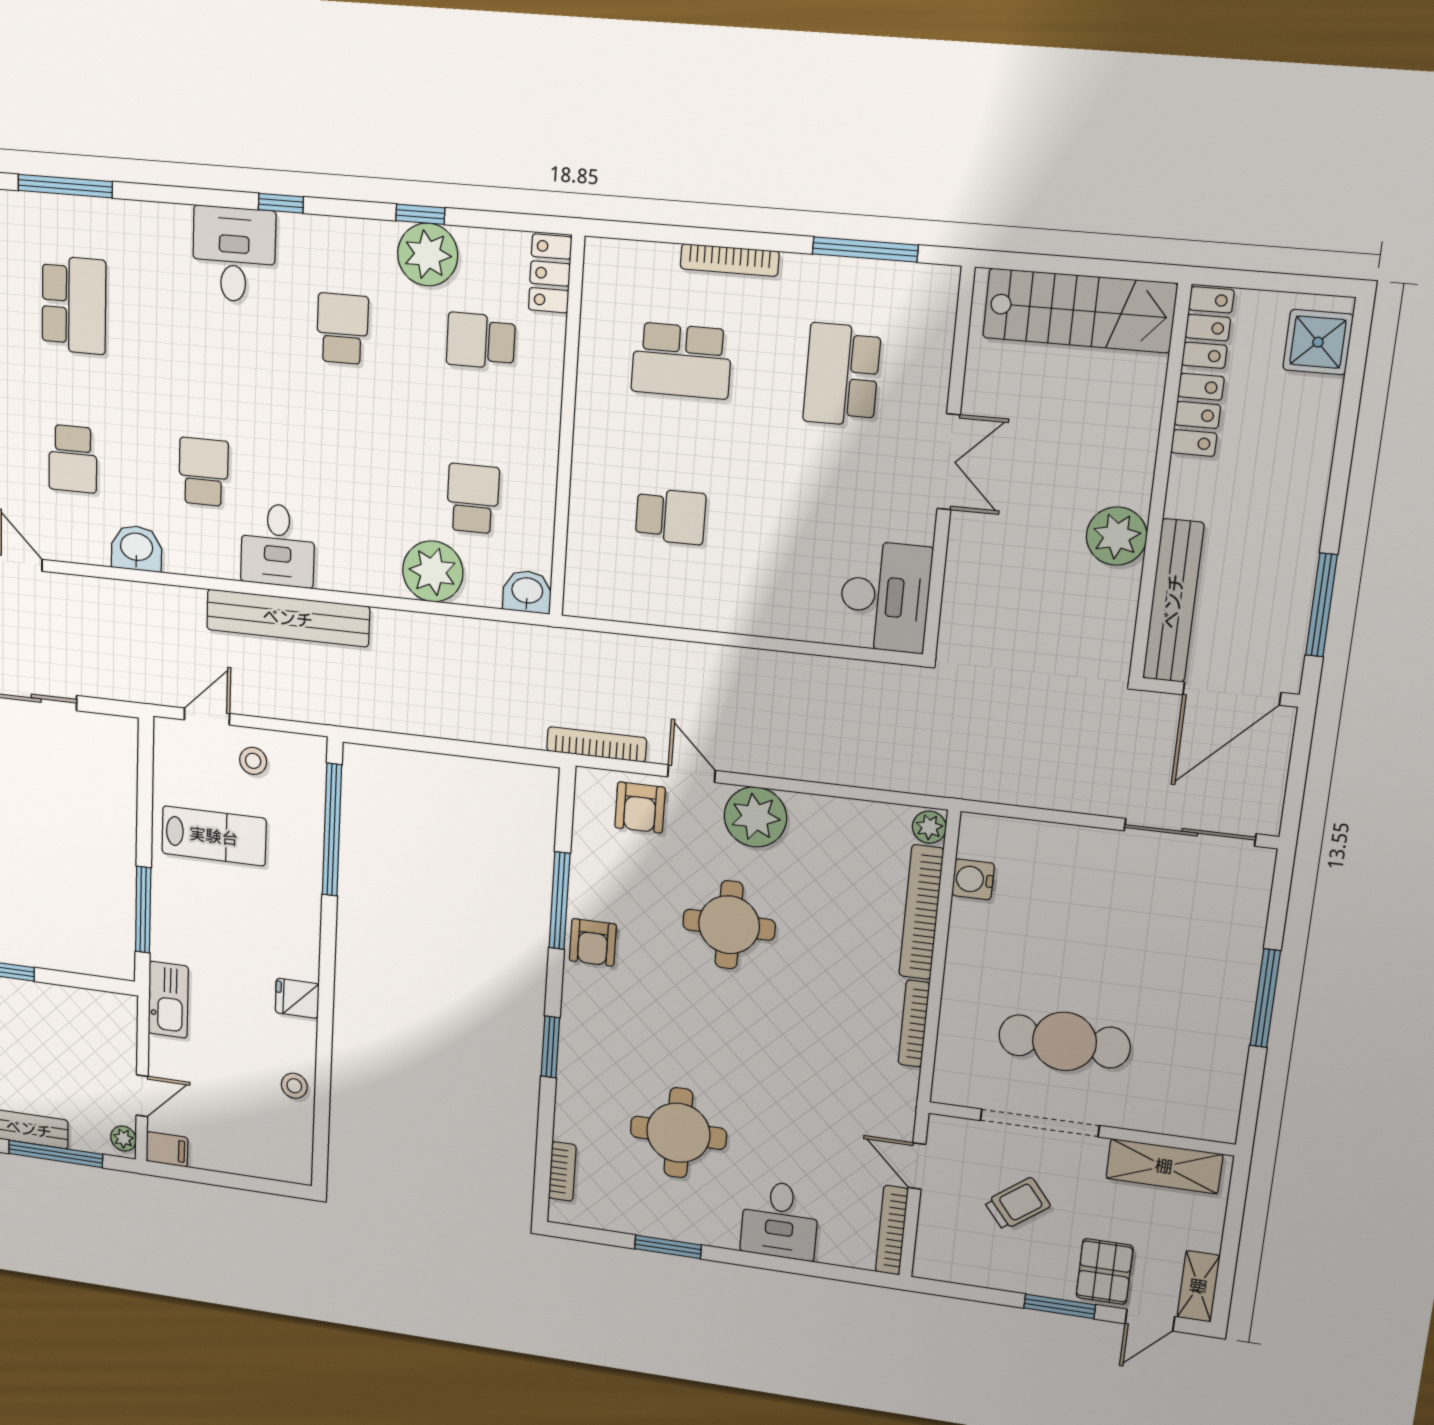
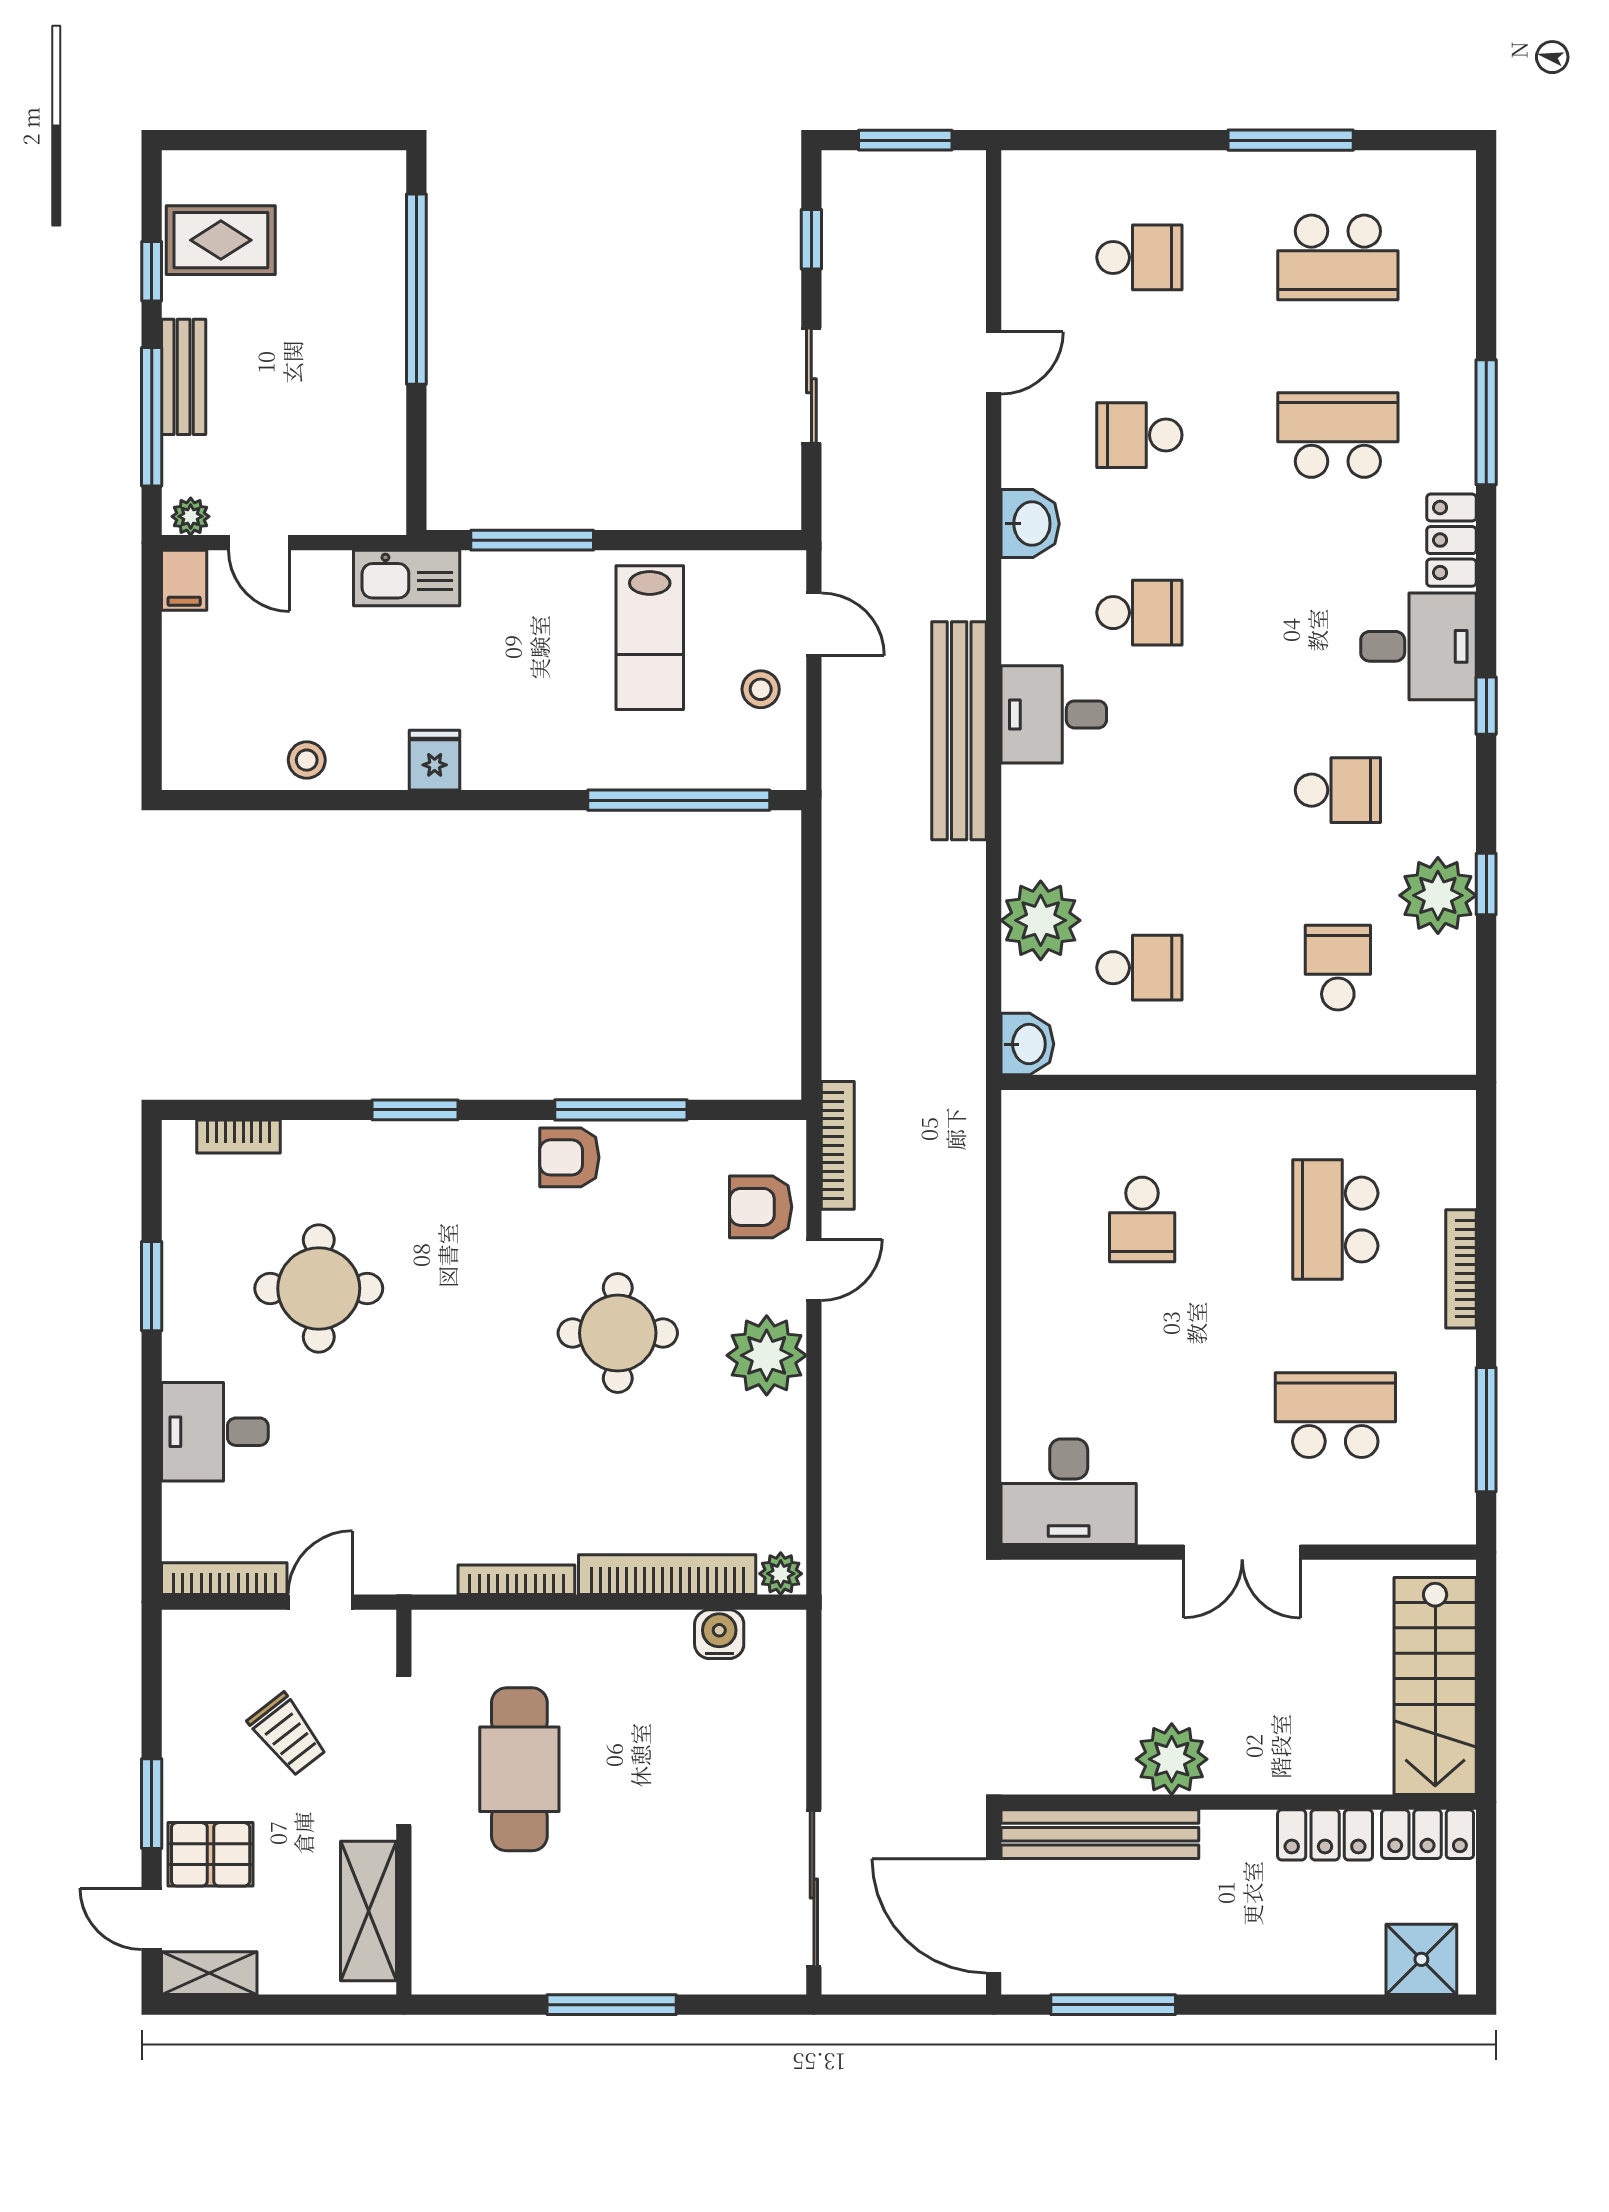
locker: (550, 273) -> (1451, 540), moved, turned -90
school desk: (74, 305) -> (1338, 435), turned 180

